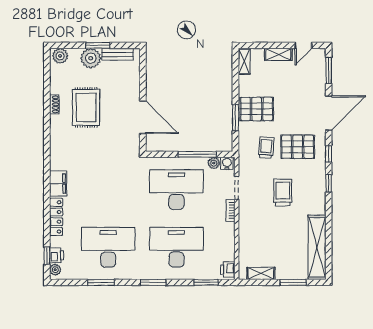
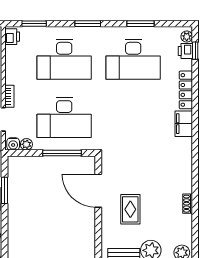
rug: (86, 107) -> (130, 209), moved, width x0.73, depth x0.70
window: (197, 154) -> (62, 153), moved

